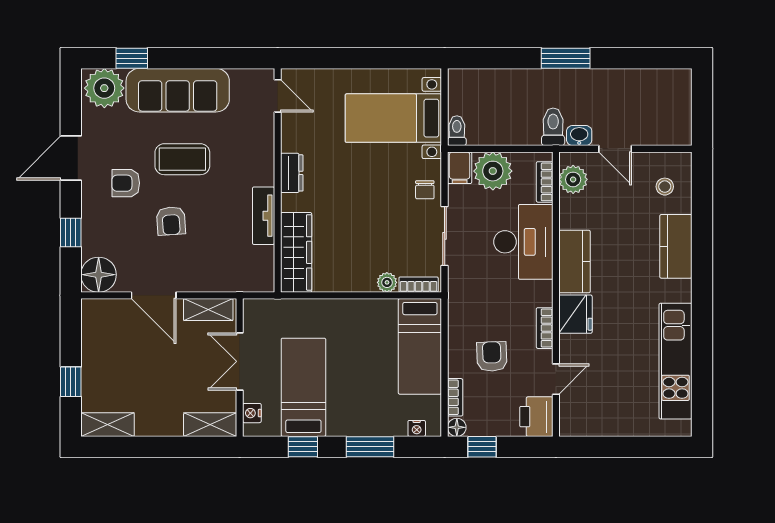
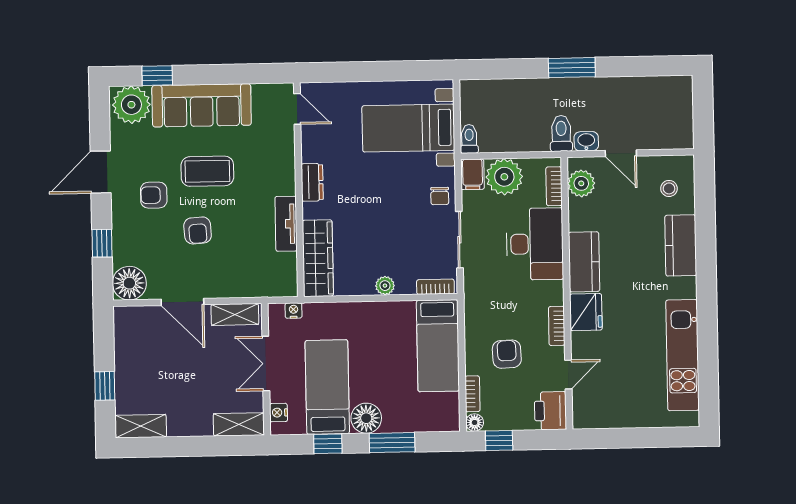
plant: (387, 282) -> (385, 286), moved
floor lamp: (343, 421) -> (366, 418), added
nightstand: (417, 428) -> (294, 311), moved, turned 180

